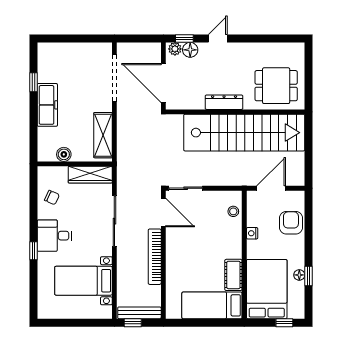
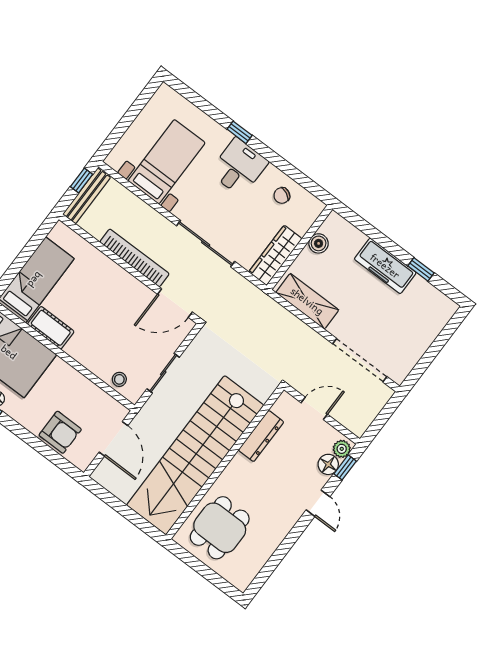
door: (163, 83) -> (314, 408), width x0.53
dresser: (224, 102) -> (261, 436), moved
sliding door: (186, 188) -> (163, 373), moved
nightstand: (252, 233) -> (80, 382), removed

